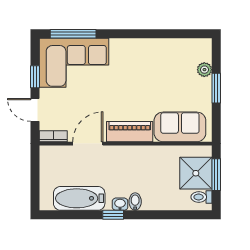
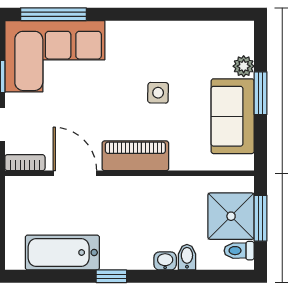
side table: (145, 88) -> (158, 93), added
sofa: (180, 127) -> (233, 116), moved, turned -90
door: (88, 144) -> (75, 173), hinge flipped
bidet: (135, 202) -> (187, 257), moved
washbasin: (120, 204) -> (165, 261), moved

